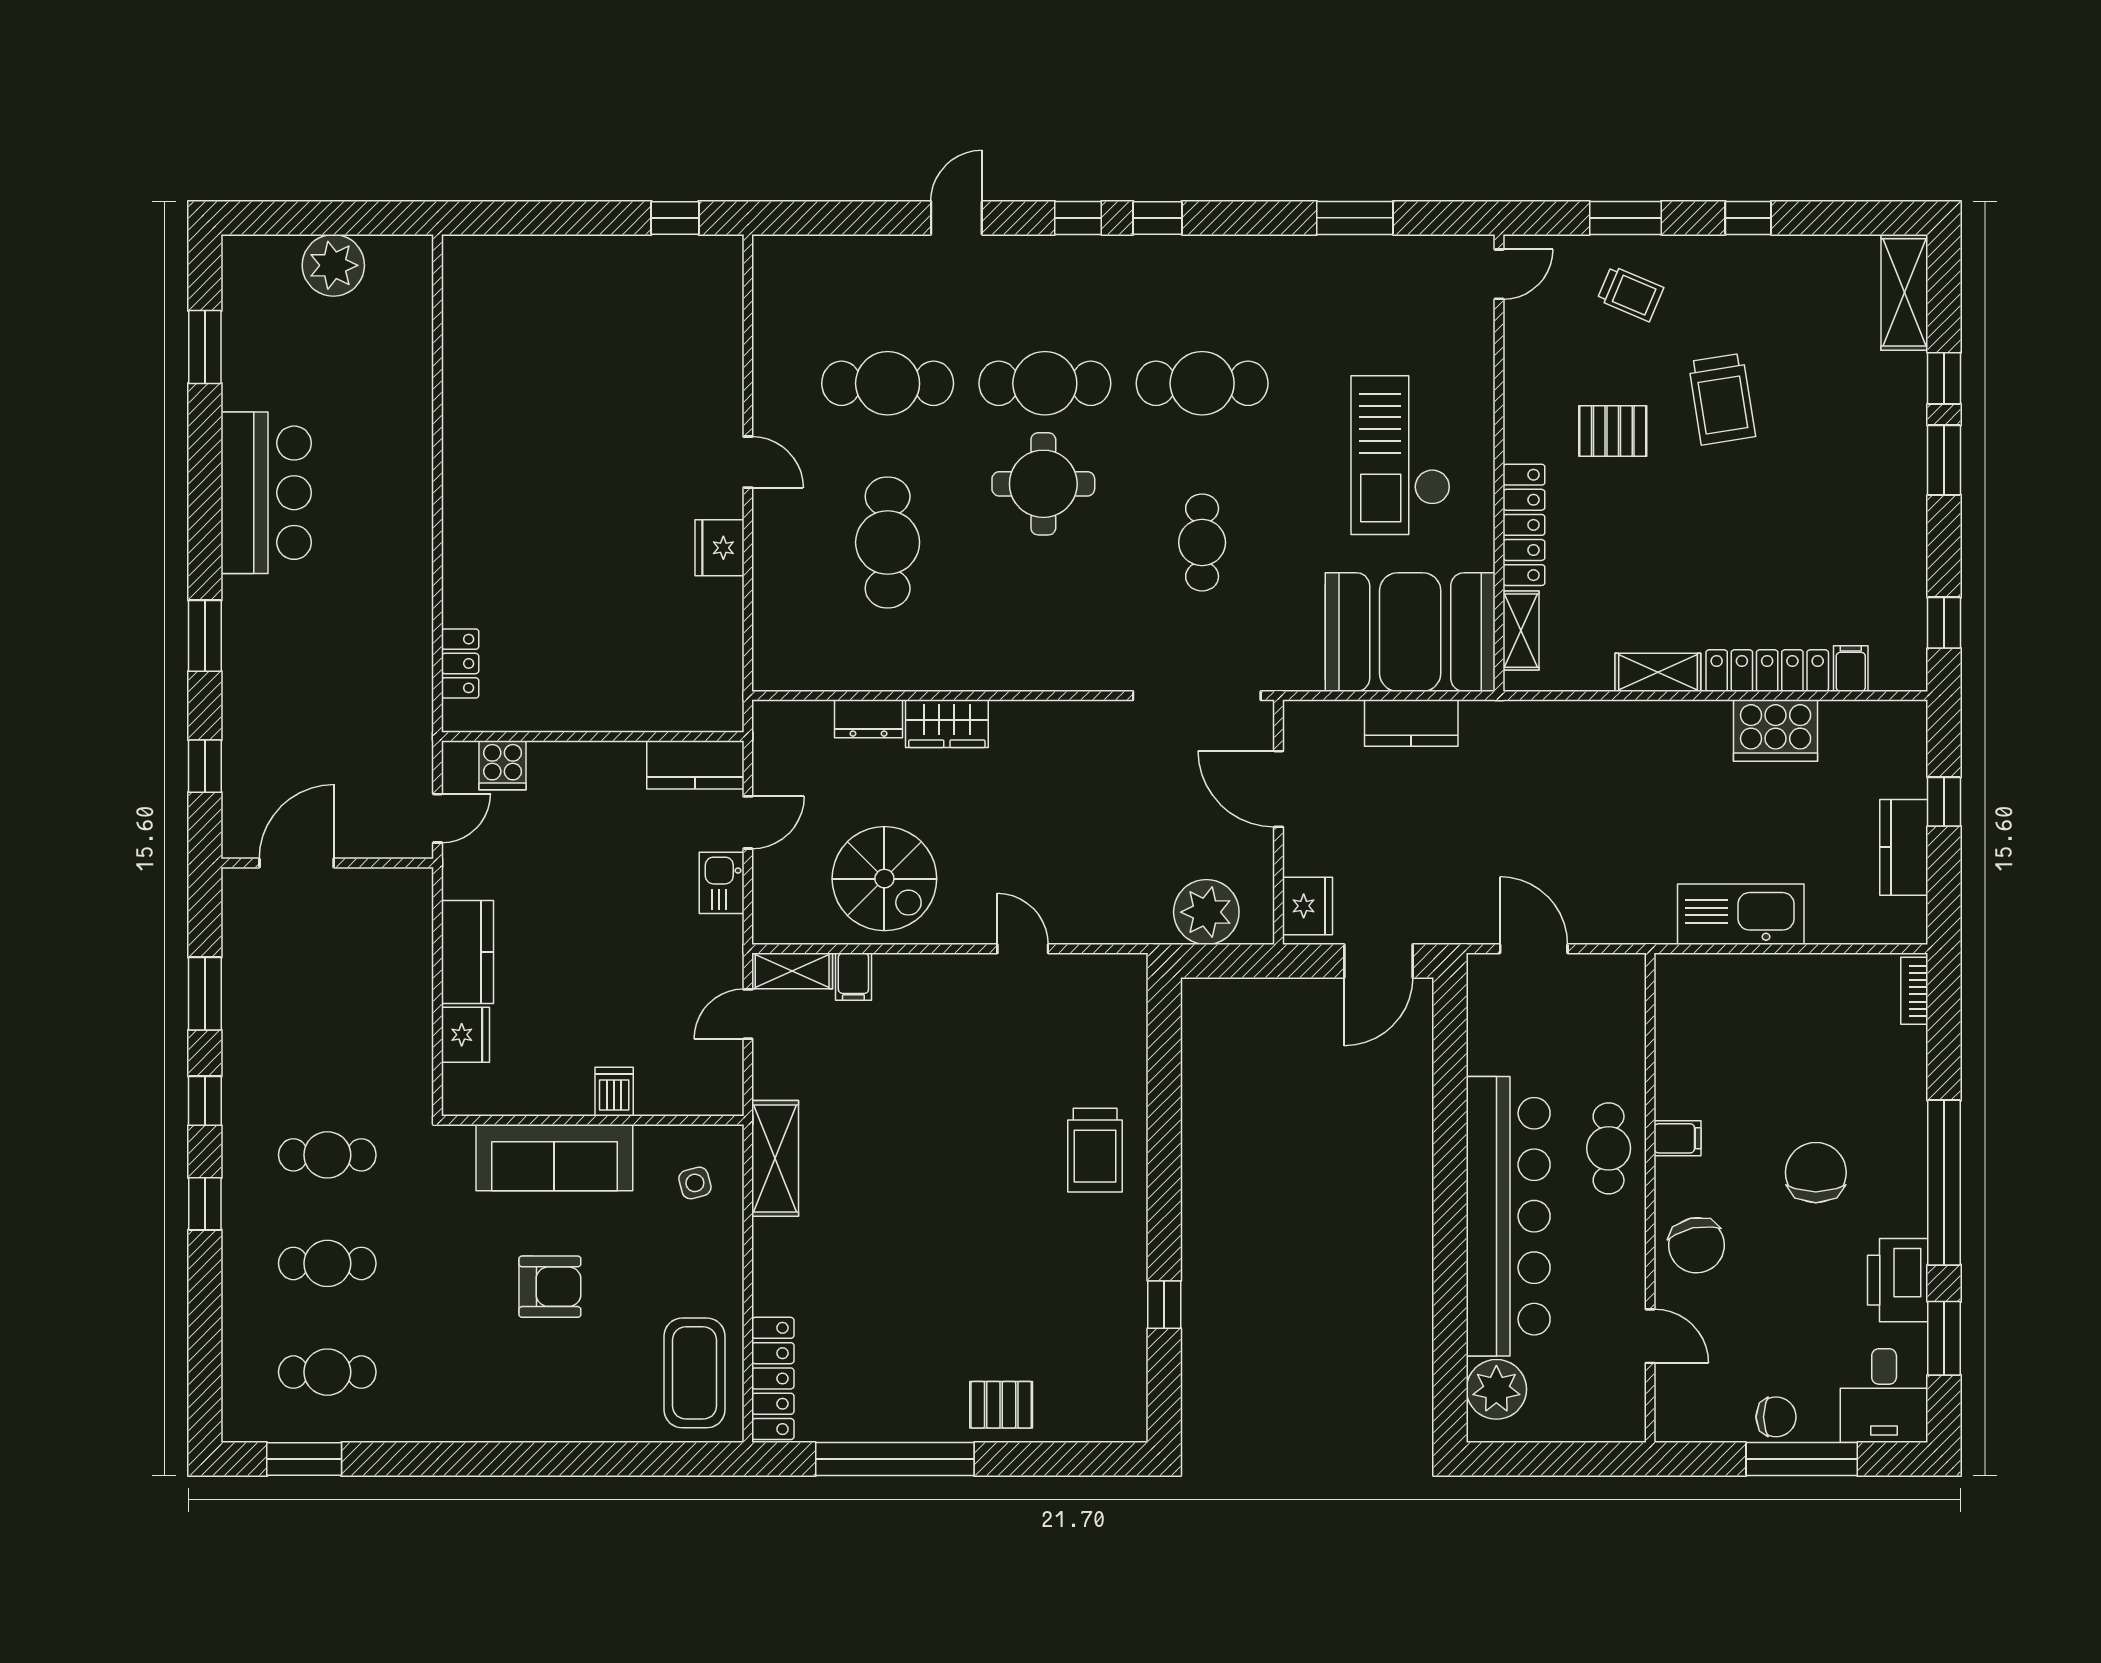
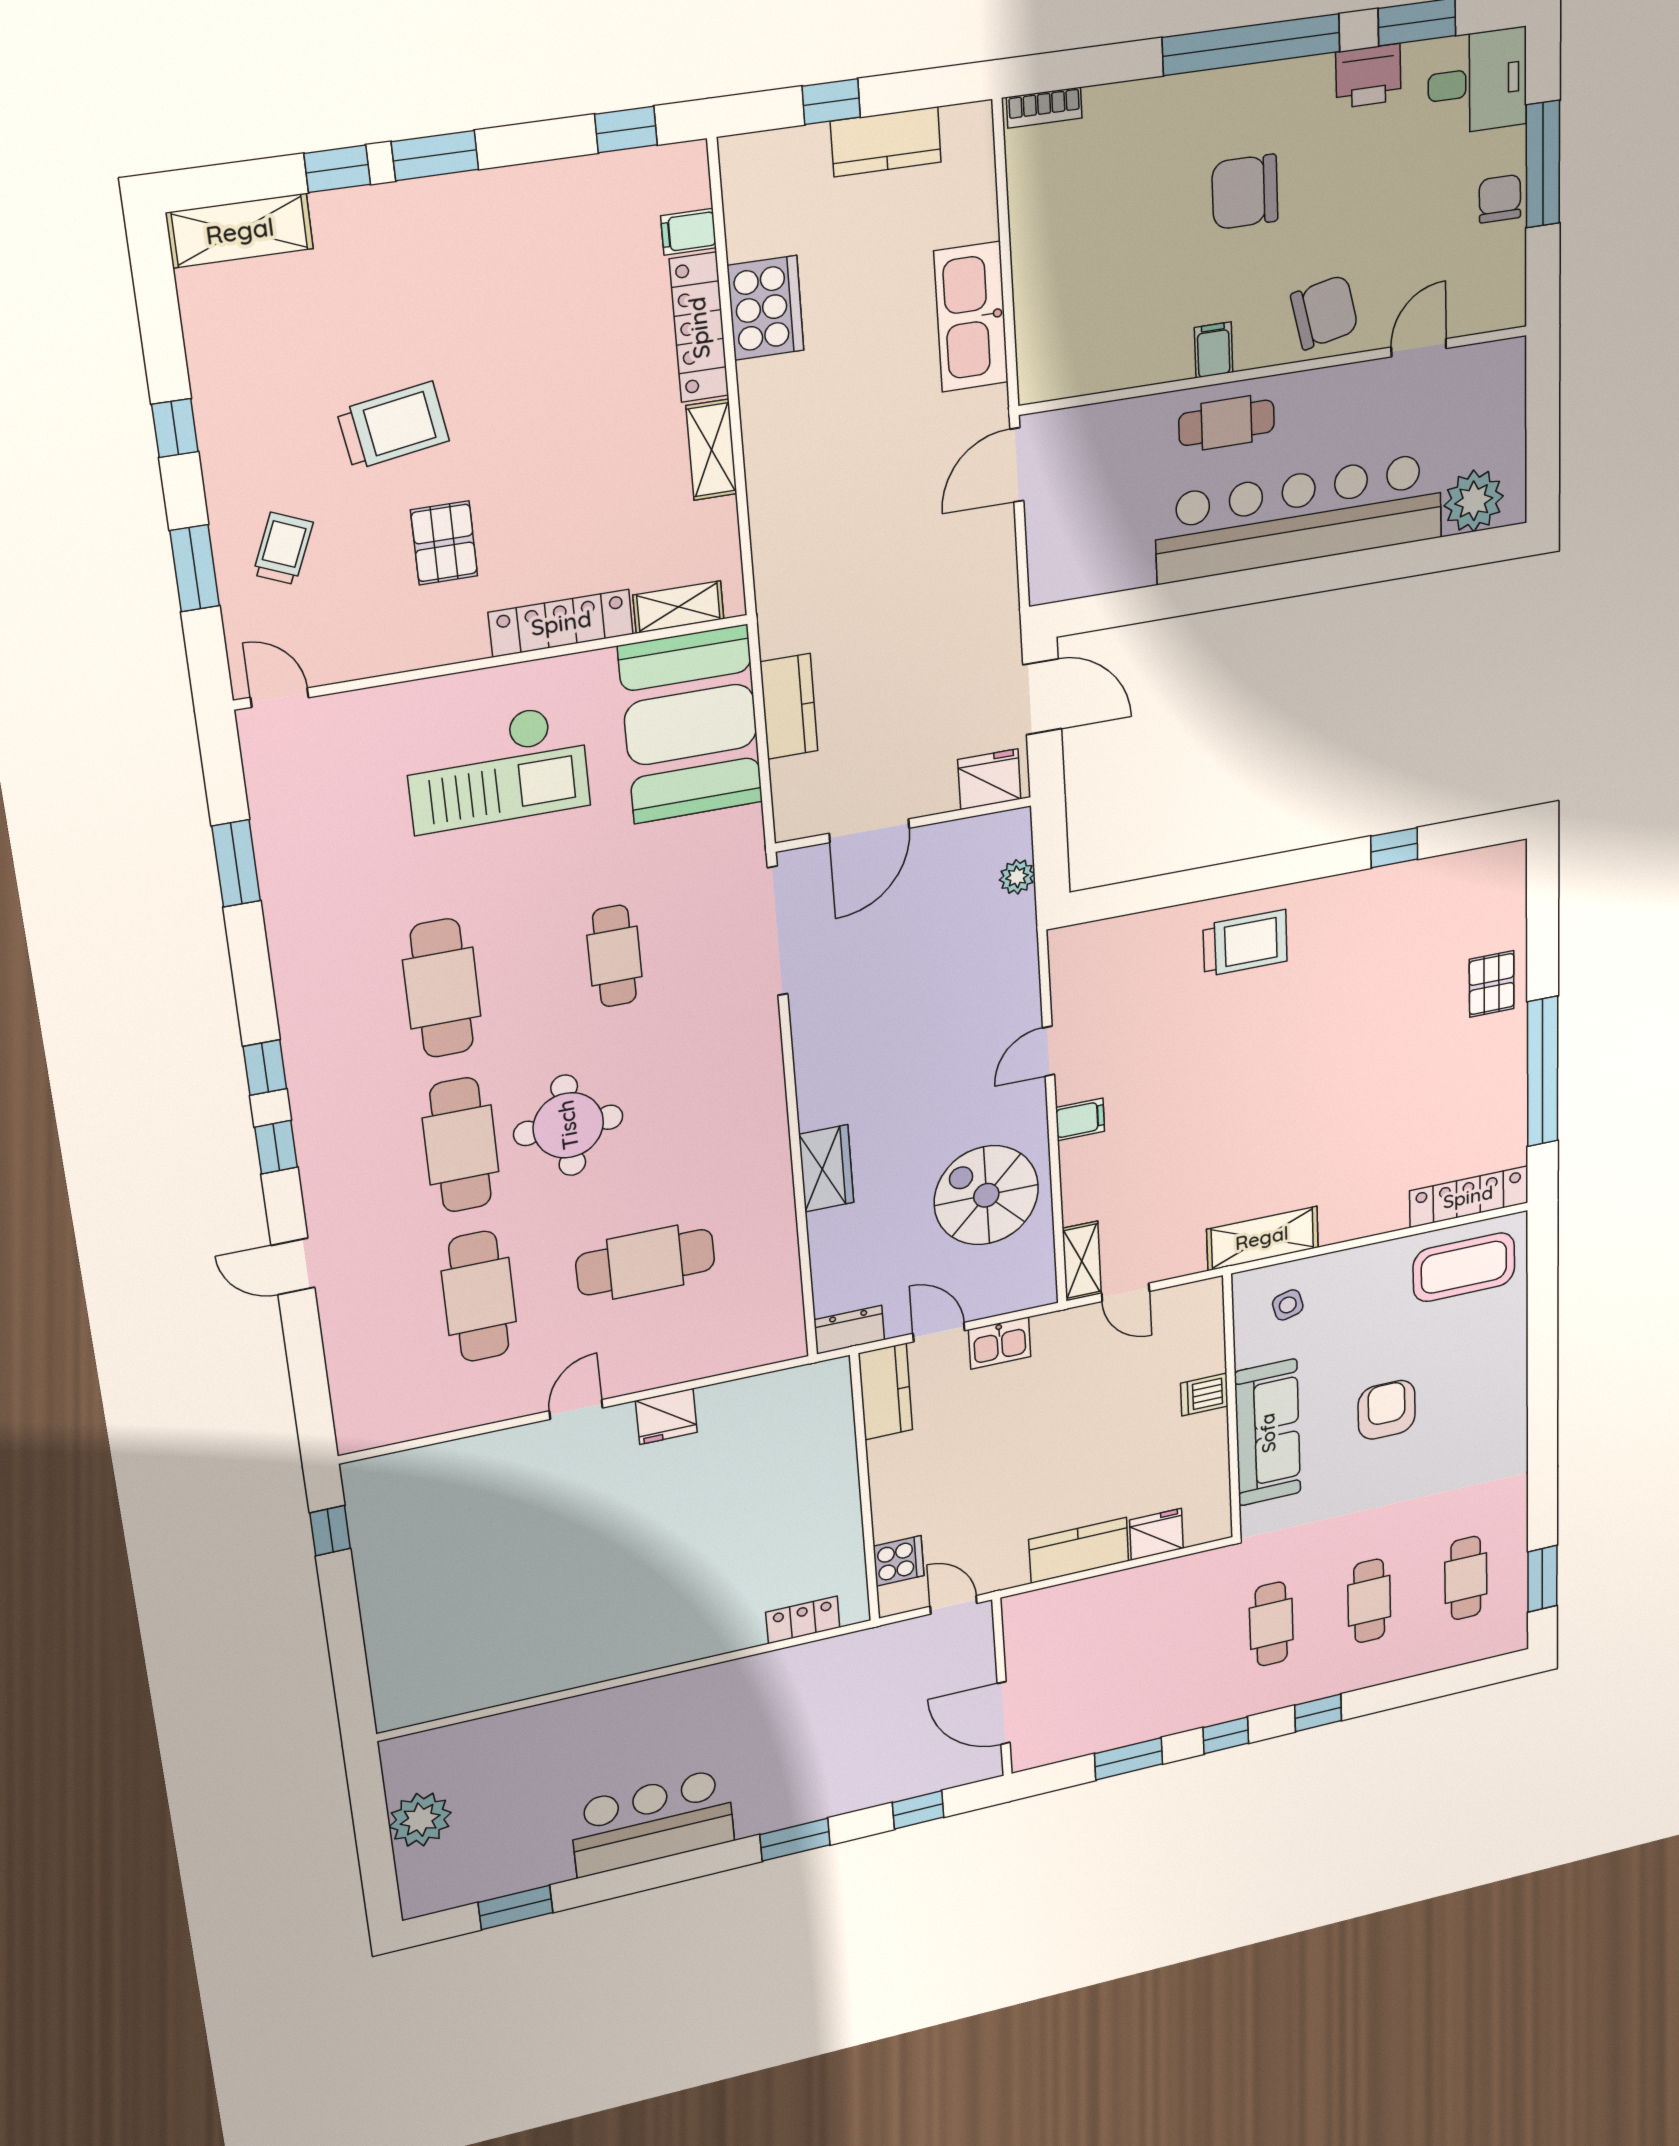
cafe table: (1202, 542) -> (614, 956), turned 90
dresser: (869, 719) -> (849, 1330), moved, turned -90
spiral stairs: (884, 879) -> (986, 1195), turned -90
plant: (1206, 912) -> (1017, 877), width x0.53, depth x0.53
door: (1534, 949) -> (1017, 465), moved
filing cabinet: (853, 977) -> (1080, 1119), moved
printer: (1898, 1280) -> (1368, 76), width x0.73, depth x0.84

